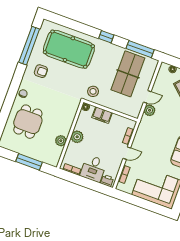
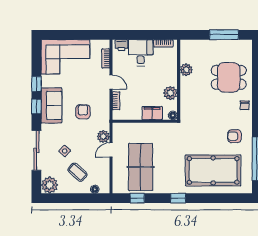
window: (140, 49) -> (137, 198), width x0.46
stool: (93, 91) -> (171, 135), removed
dining table: (28, 122) -> (229, 77), turned 90
plant: (77, 137) -> (170, 93), moved
armchair: (159, 137) -> (83, 112), added
door: (127, 153) -> (111, 82), swing flipped
window: (29, 162) -> (224, 35), moved

